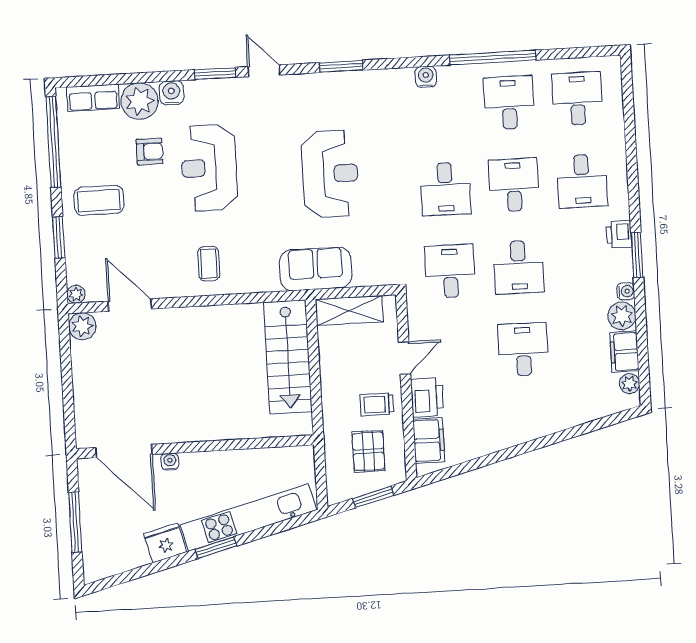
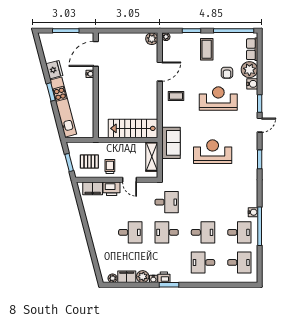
water cooler: (426, 77) -> (253, 212), moved
reception desk: (330, 174) -> (213, 152), turned 180
desk: (445, 189) -> (203, 202), removed
printer: (619, 234) -> (164, 277), moved
door: (130, 305) -> (160, 72), moved

